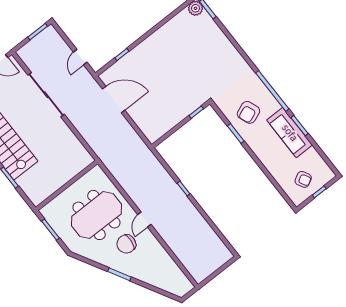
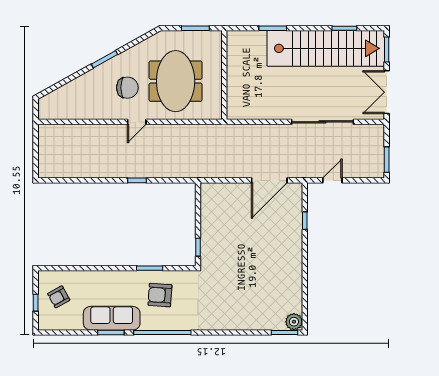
door: (80, 57) -> (332, 180), hinge flipped
armchair: (248, 112) -> (160, 295), turned -65
door: (144, 220) -> (137, 122), swing flipped
chair: (126, 244) -> (127, 88), turned 85

